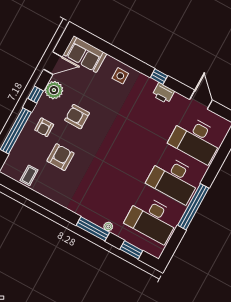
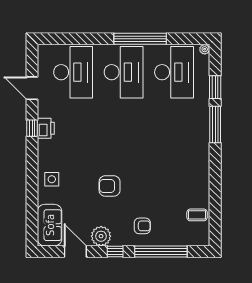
window: (159, 77) -> (32, 128), moved
door: (201, 100) -> (32, 88), hinge flipped
armchair: (77, 117) -> (110, 186), moved, turned 90
armchair: (61, 157) -> (163, 194), removed
plant: (108, 226) -> (205, 49), moved
window: (131, 250) -> (215, 87), moved

